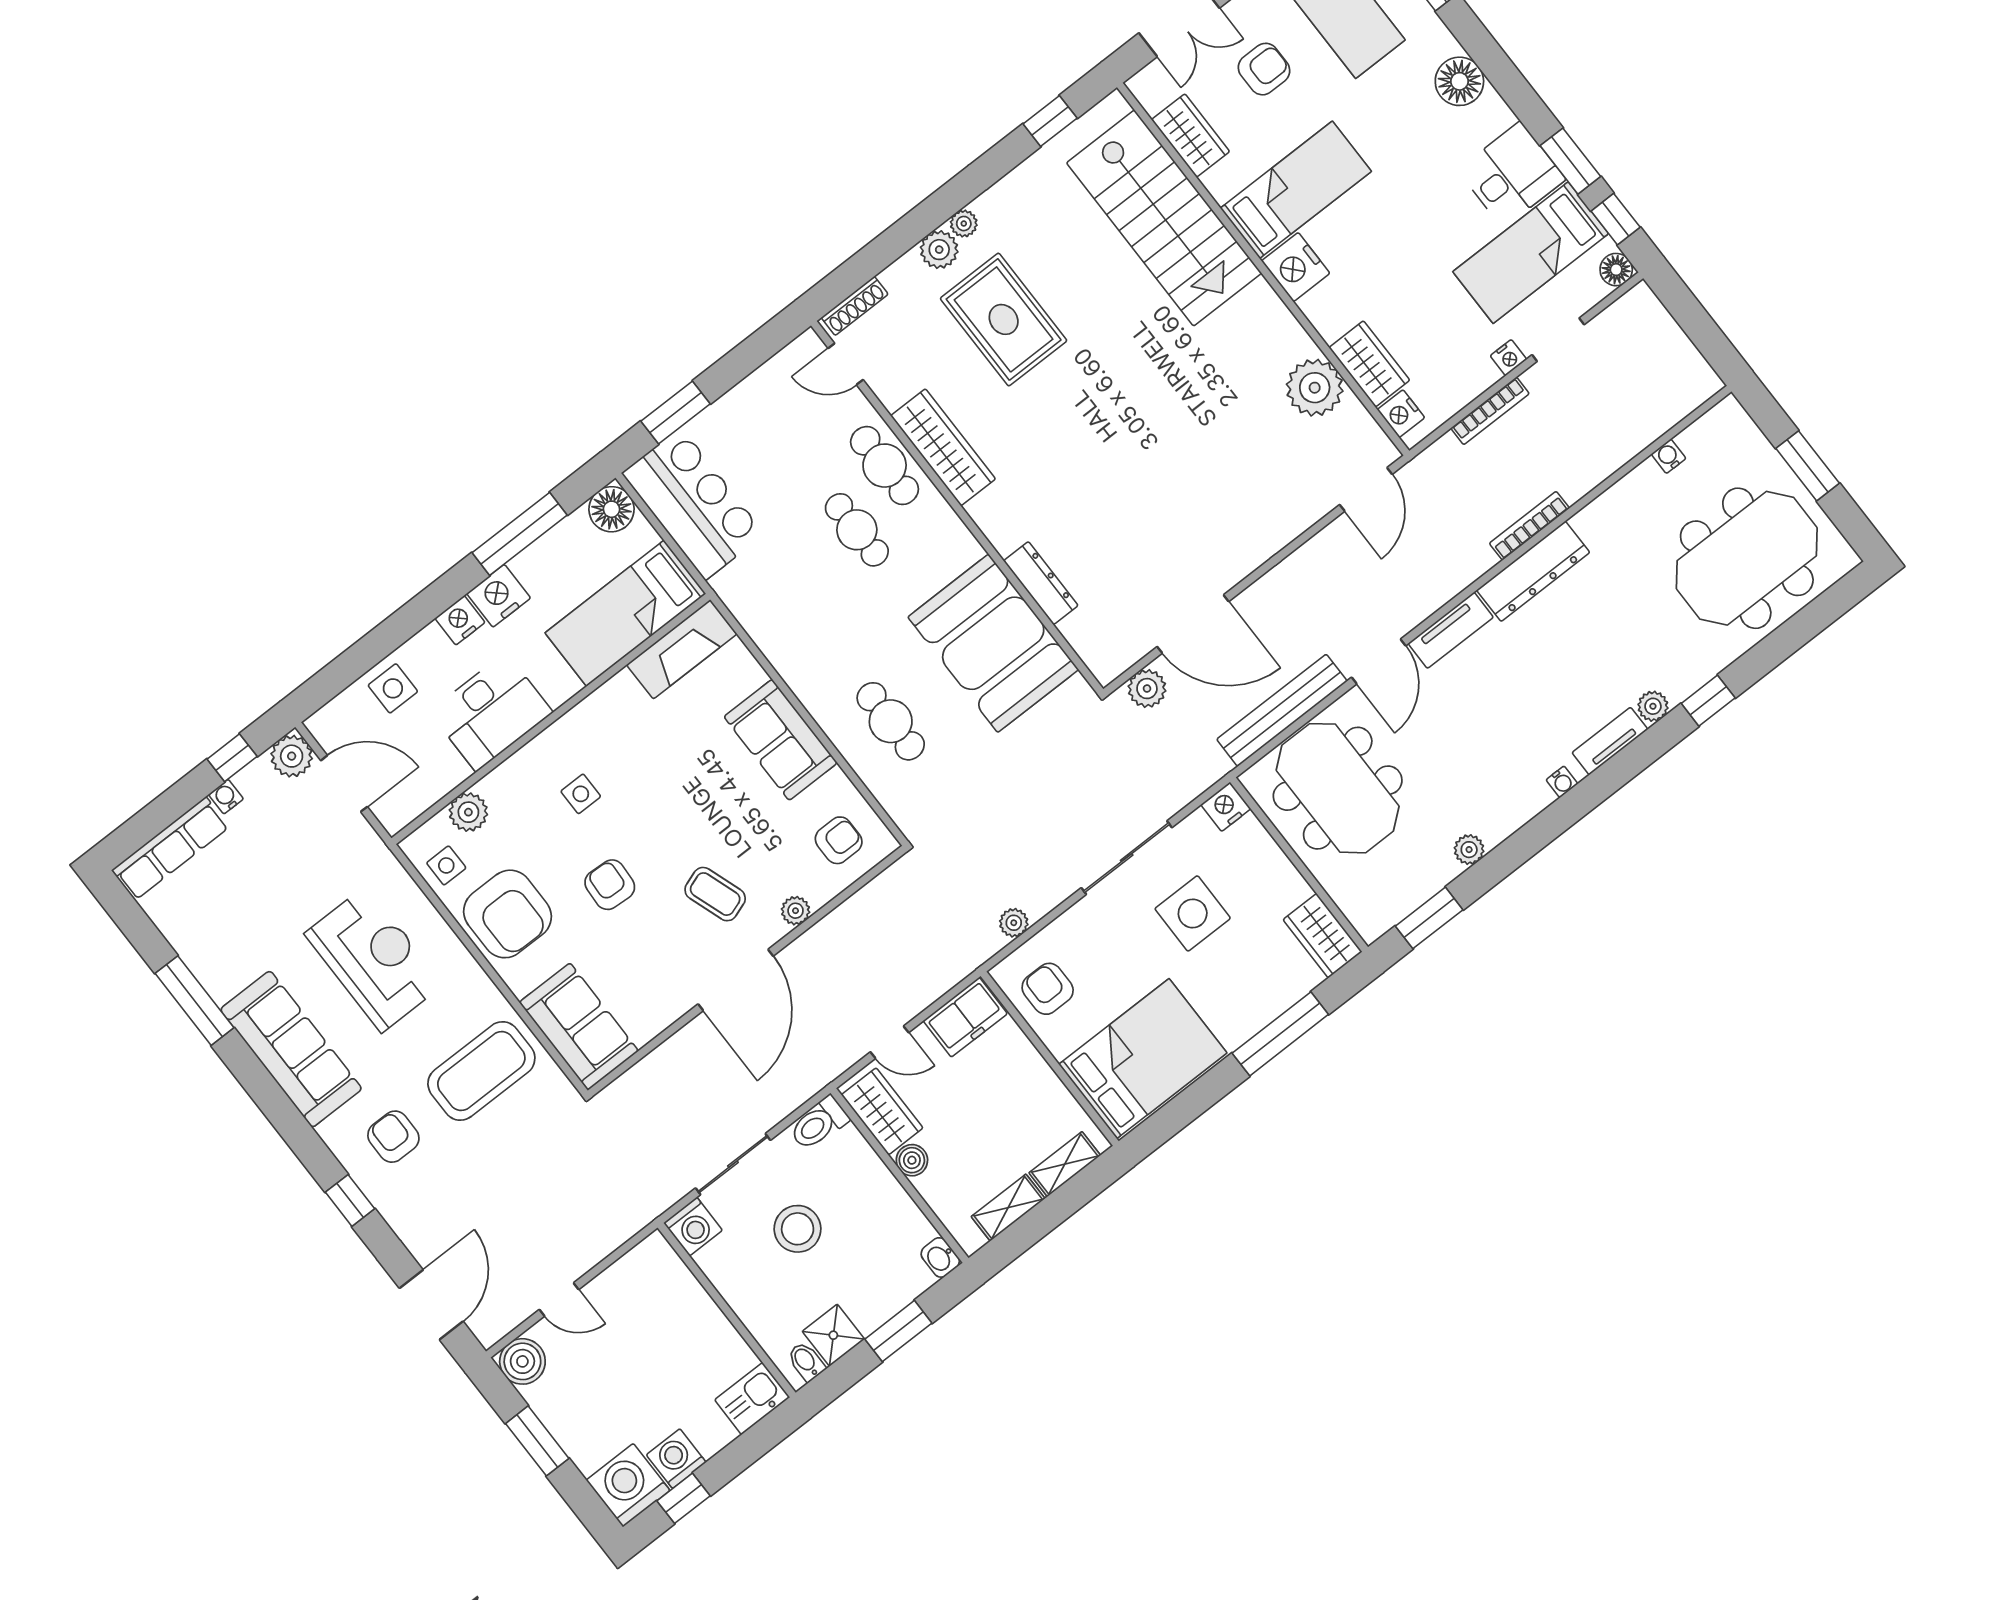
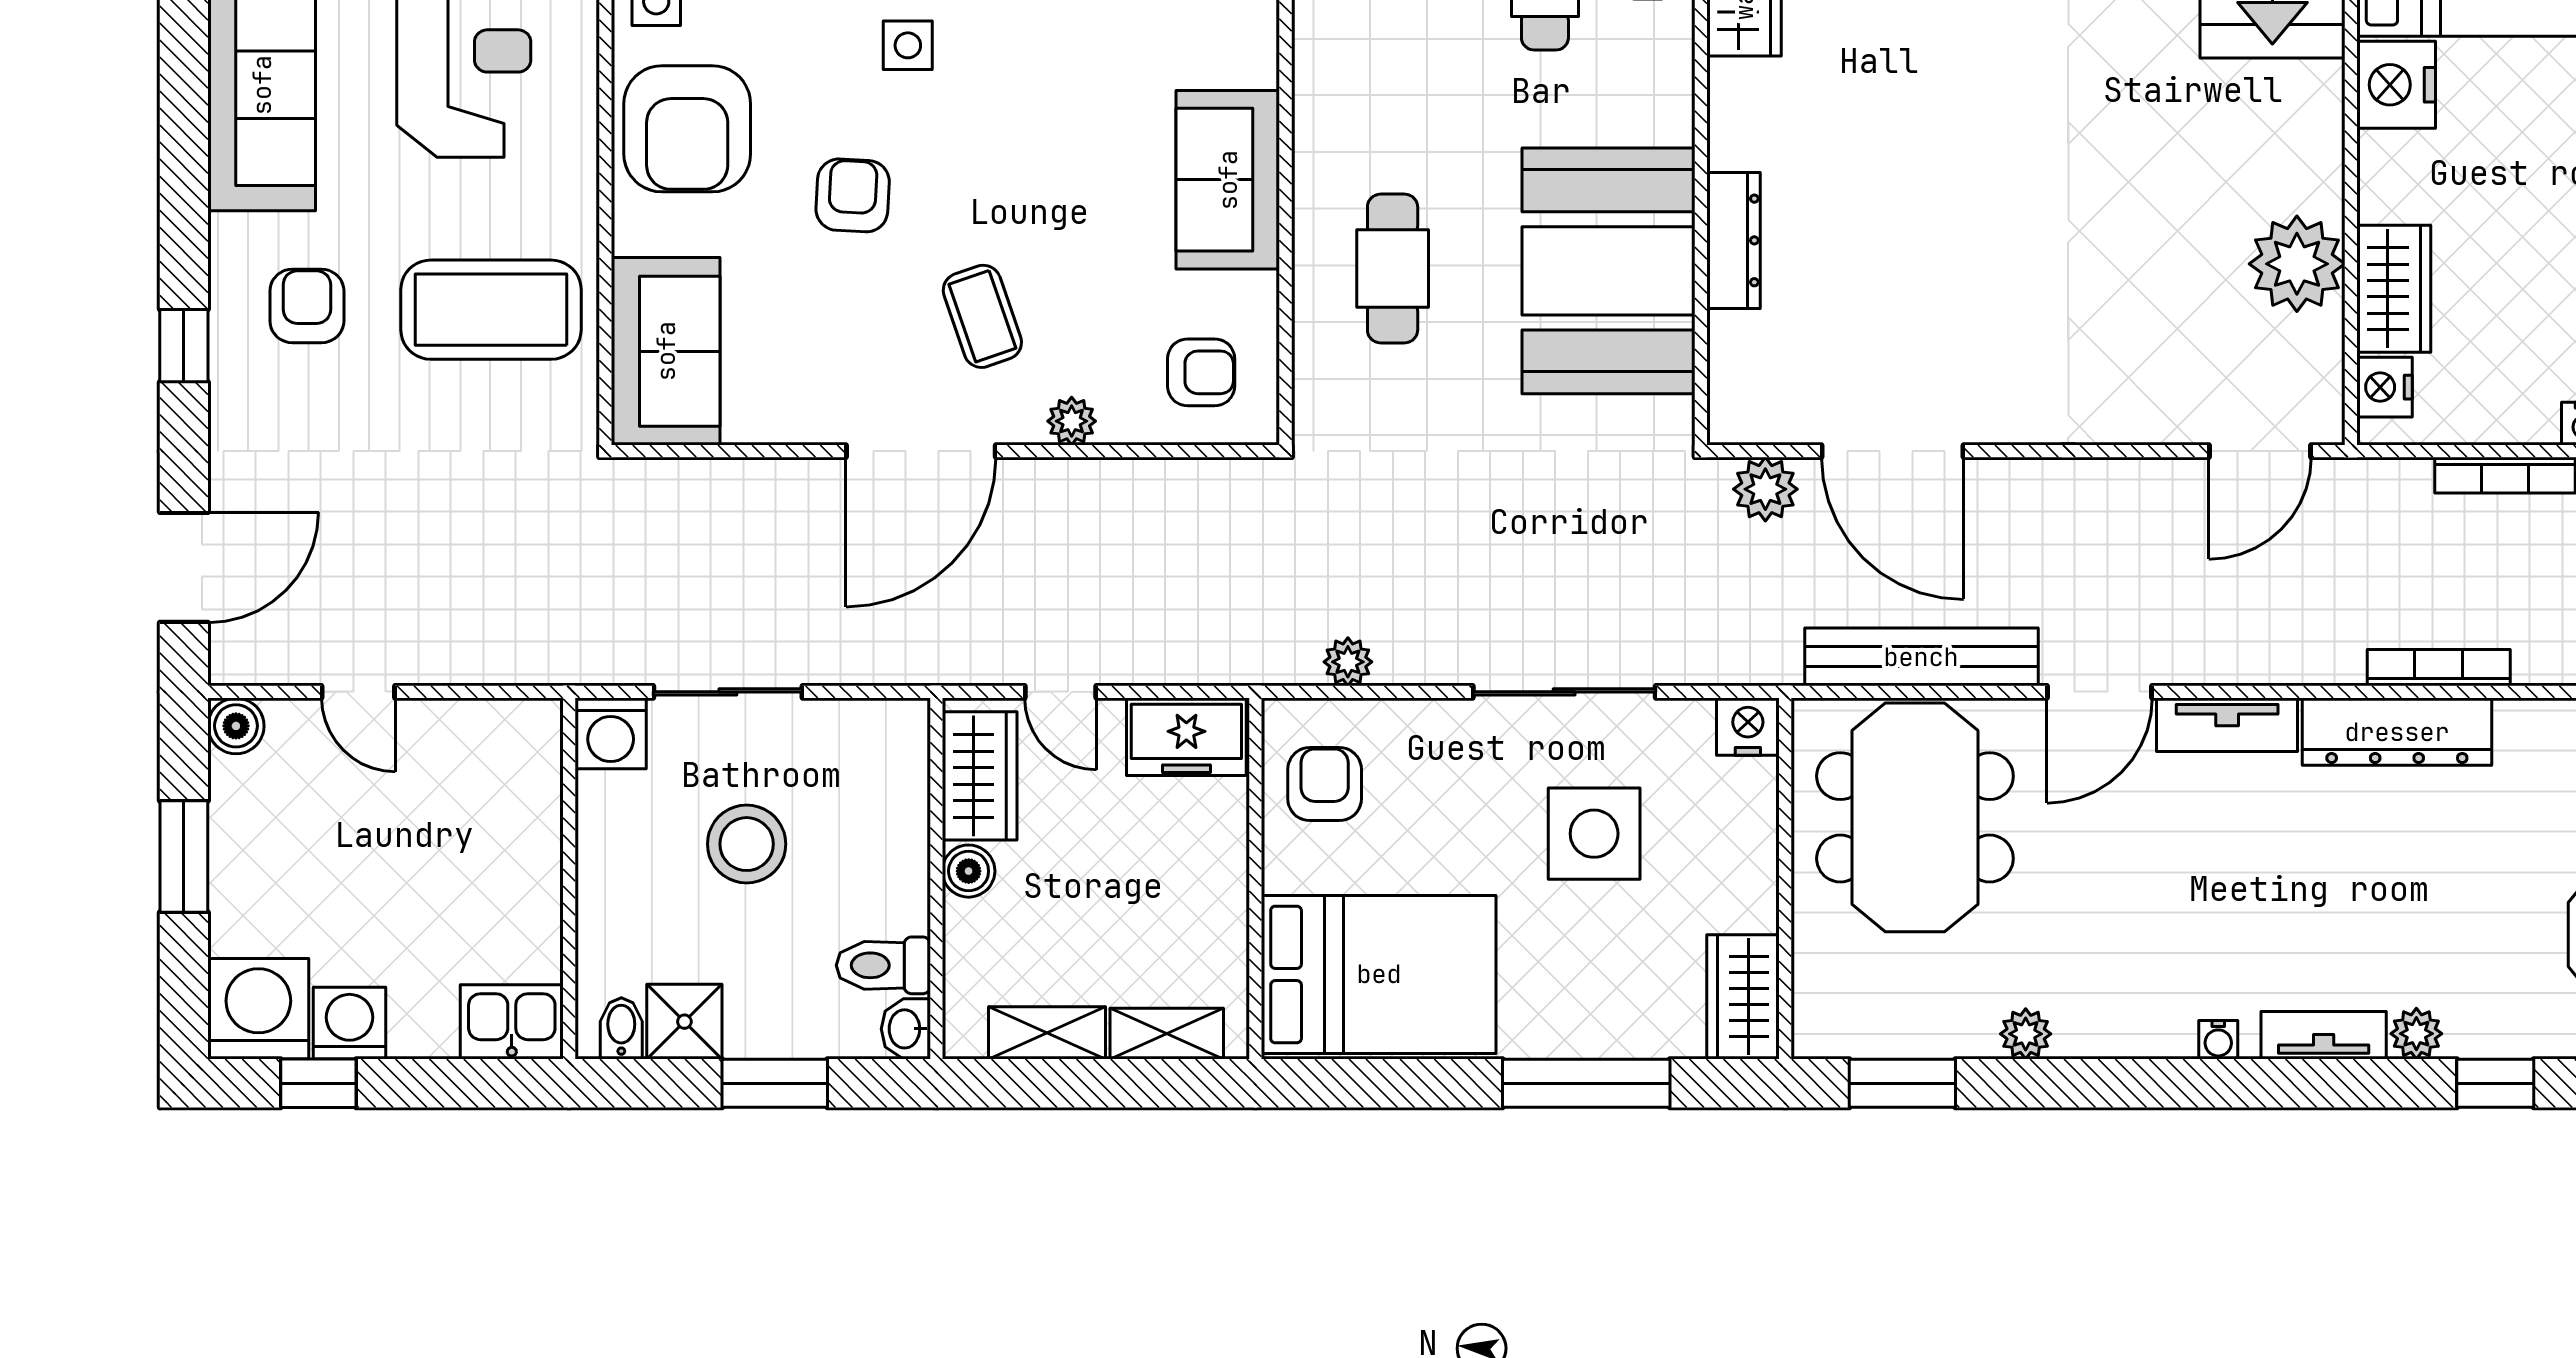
toilet: (819, 1123) -> (883, 965), moved
boiler: (522, 1361) -> (236, 726), width x0.73, depth x0.73

